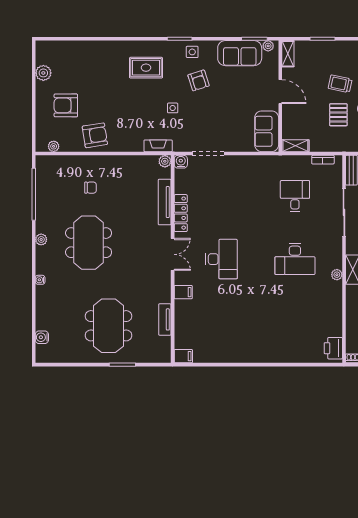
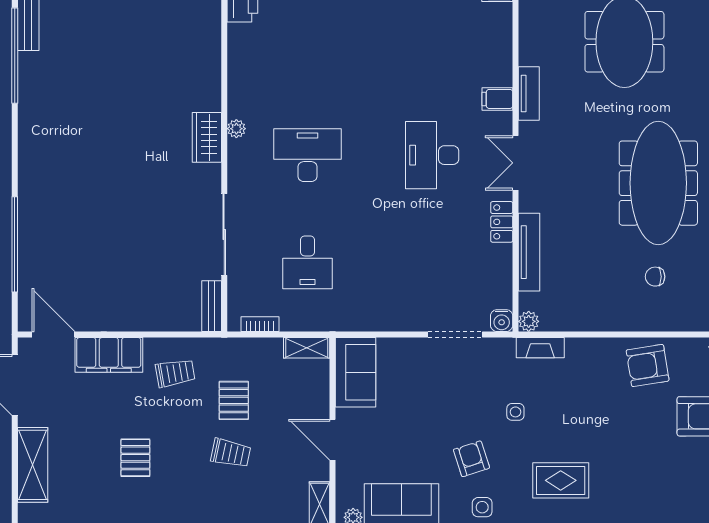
locker: (181, 213) -> (502, 222), width x0.66
meeting table: (89, 243) -> (658, 183), width x1.36
tv unit: (165, 319) -> (529, 94), moved

